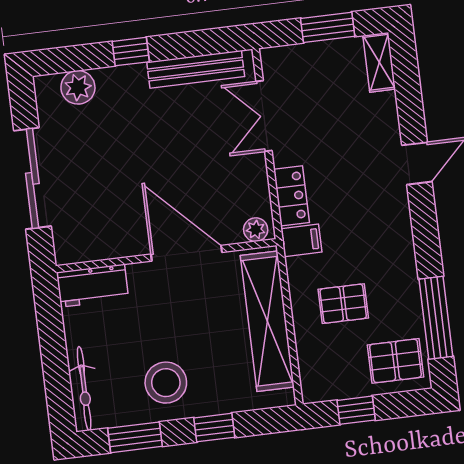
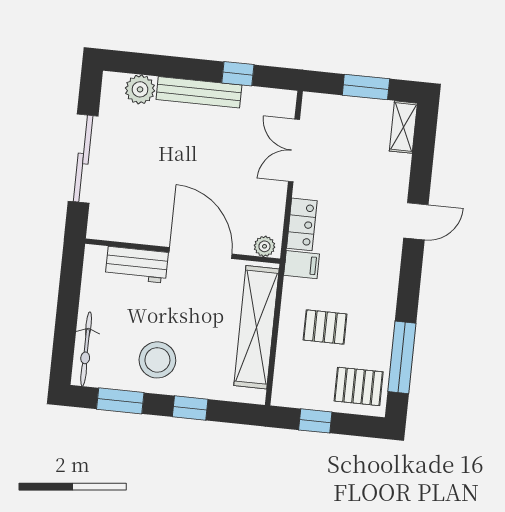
window: (131, 52) -> (238, 74), moved
bench: (196, 69) -> (199, 92), moved
workbench: (92, 286) -> (137, 265), moved

